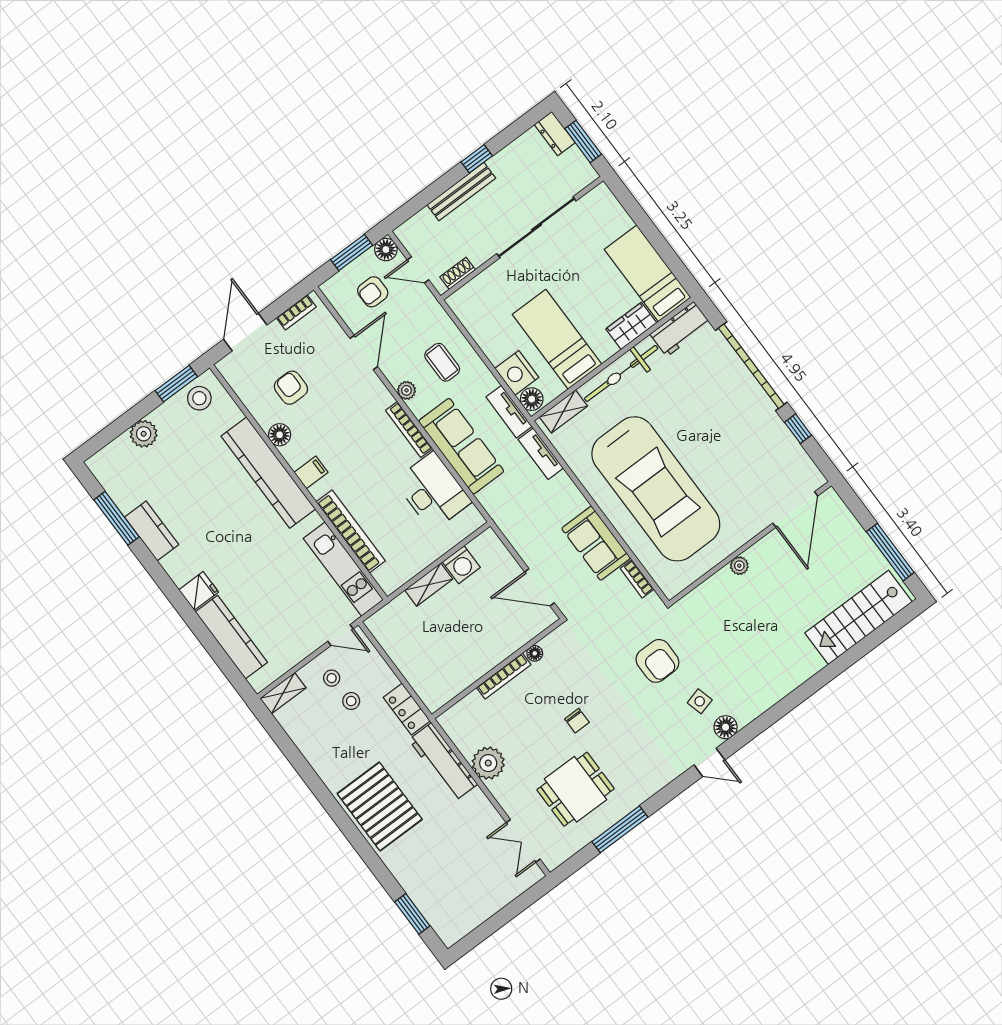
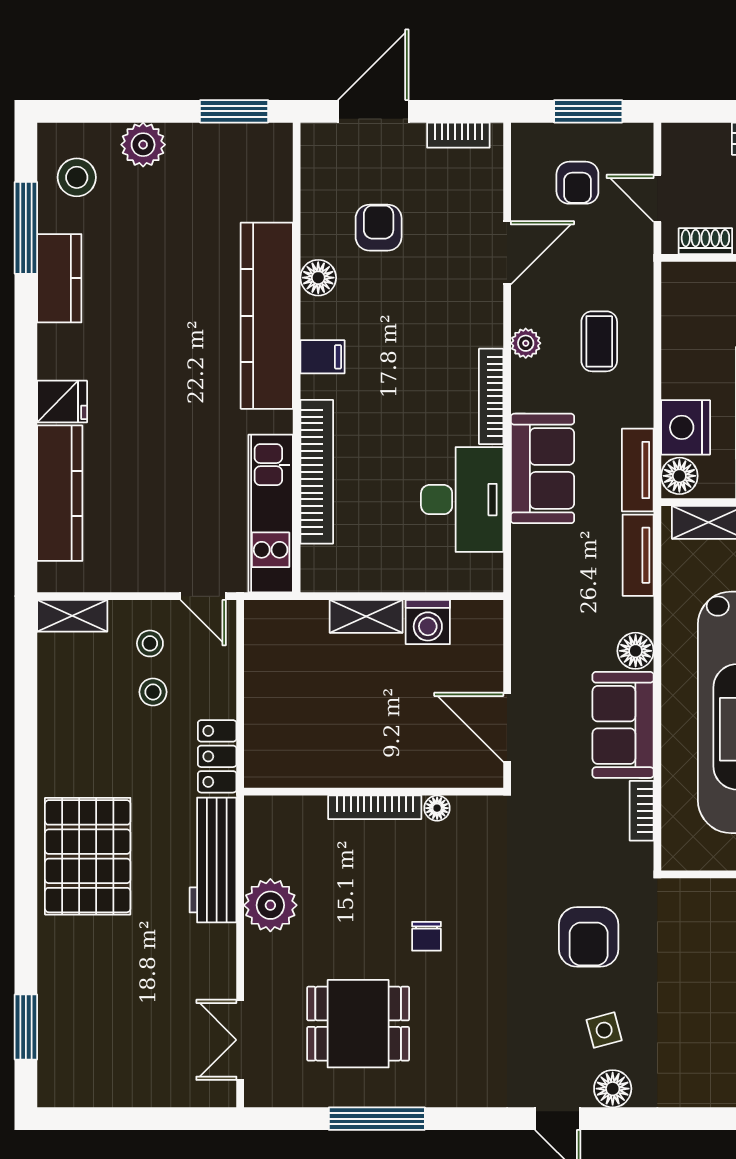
floor lamp: (386, 250) -> (636, 651), moved
armchair: (373, 292) -> (577, 183), turned -90
stool: (199, 398) -> (77, 177), moved
sofa: (461, 446) -> (543, 468), width x0.73

